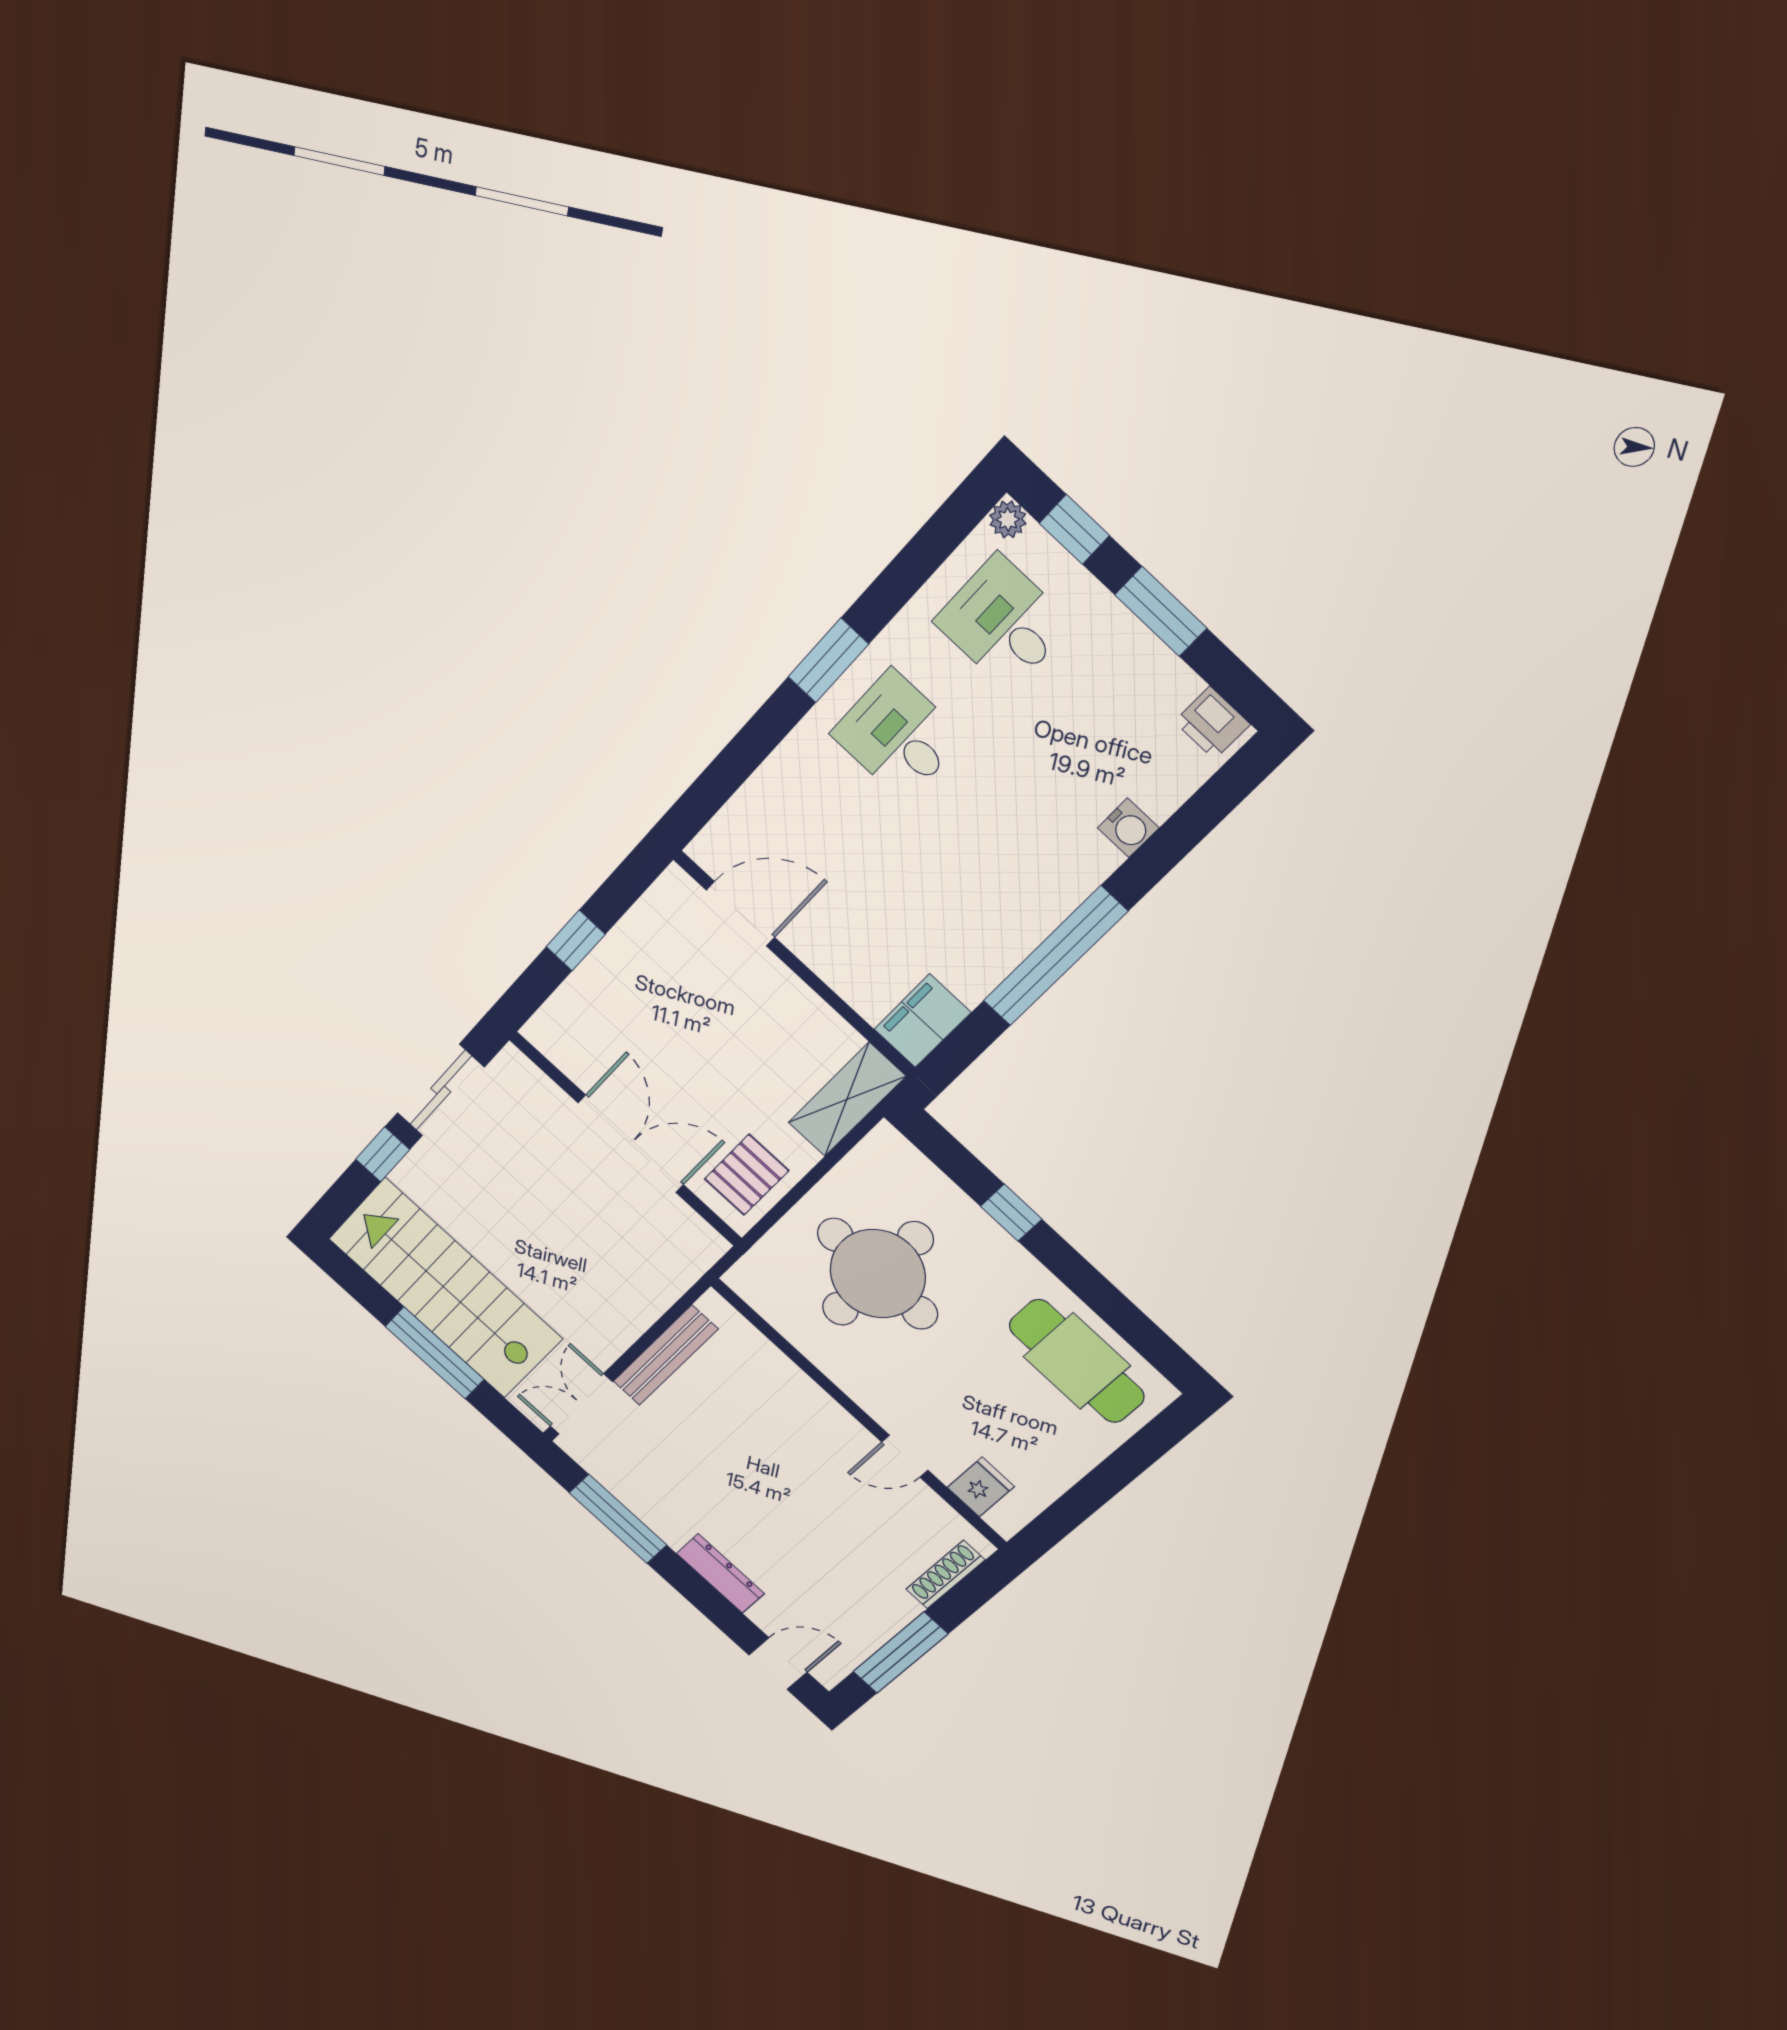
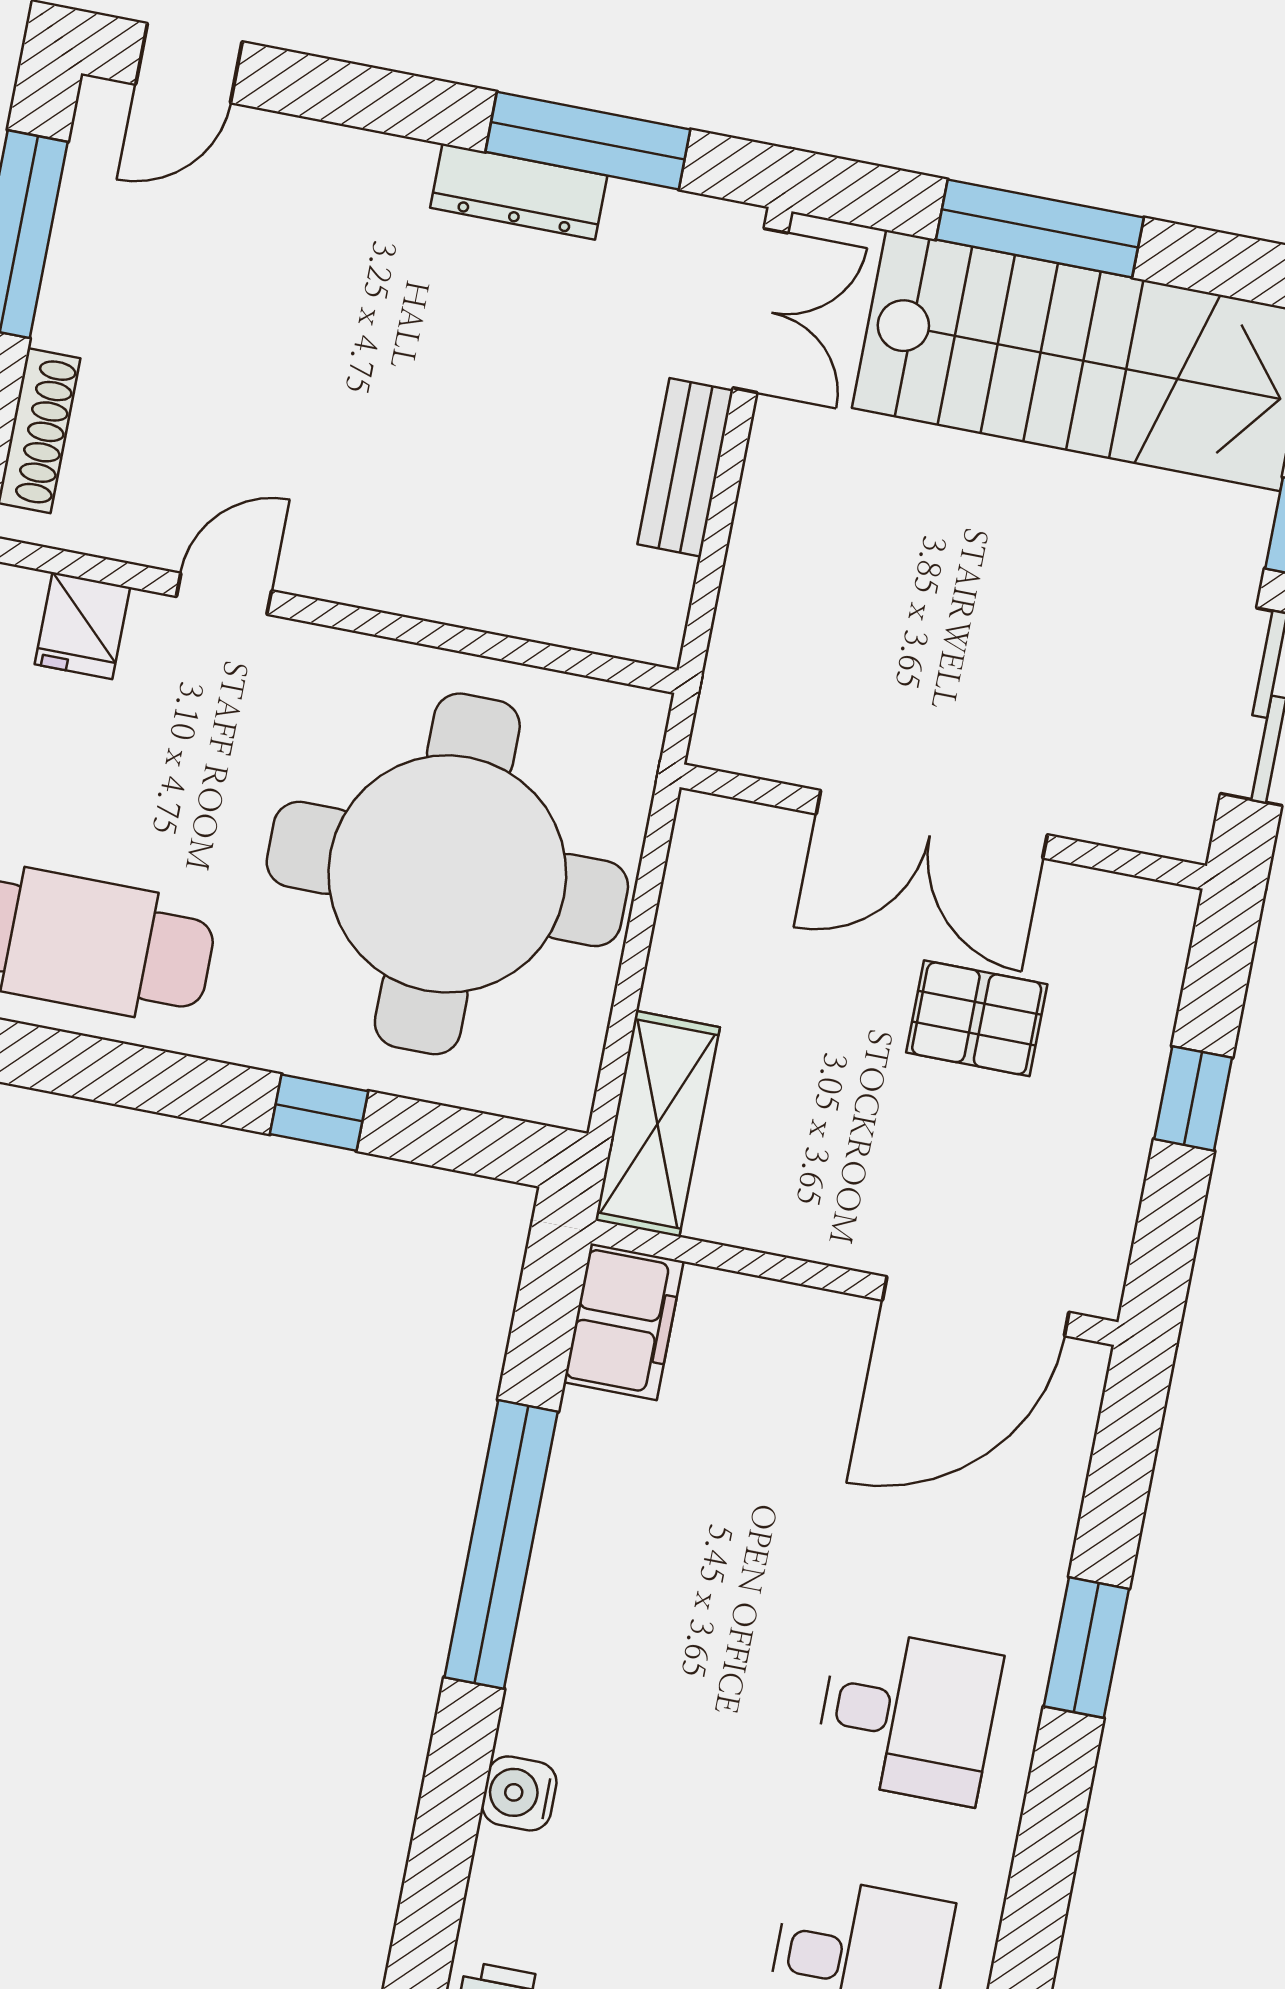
window: (828, 660) -> (1086, 1648), moved
door: (741, 914) -> (976, 1306), width x1.36
pallet: (747, 1175) -> (977, 1018), moved, turned 90
round table: (878, 1274) -> (447, 874), width x1.36, depth x1.36
bench: (665, 1355) -> (685, 467), width x0.73
dresser: (720, 1573) -> (519, 192), moved

